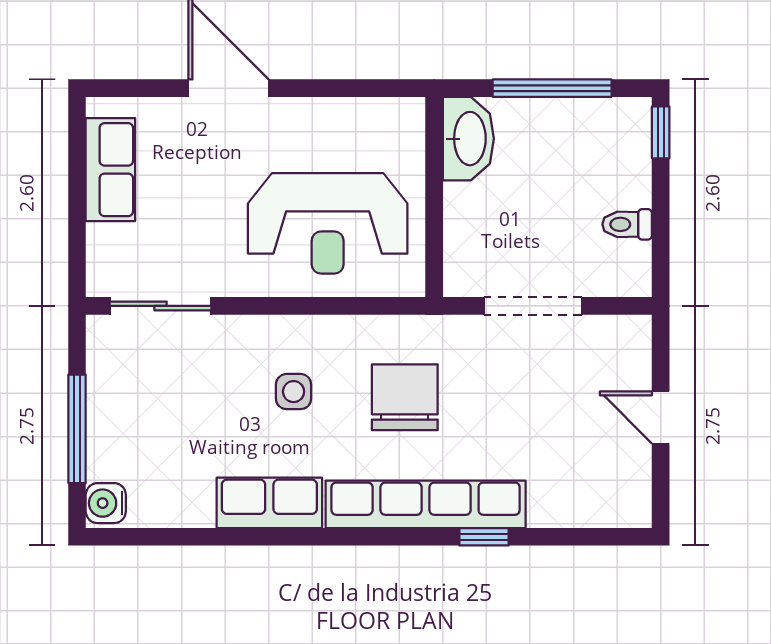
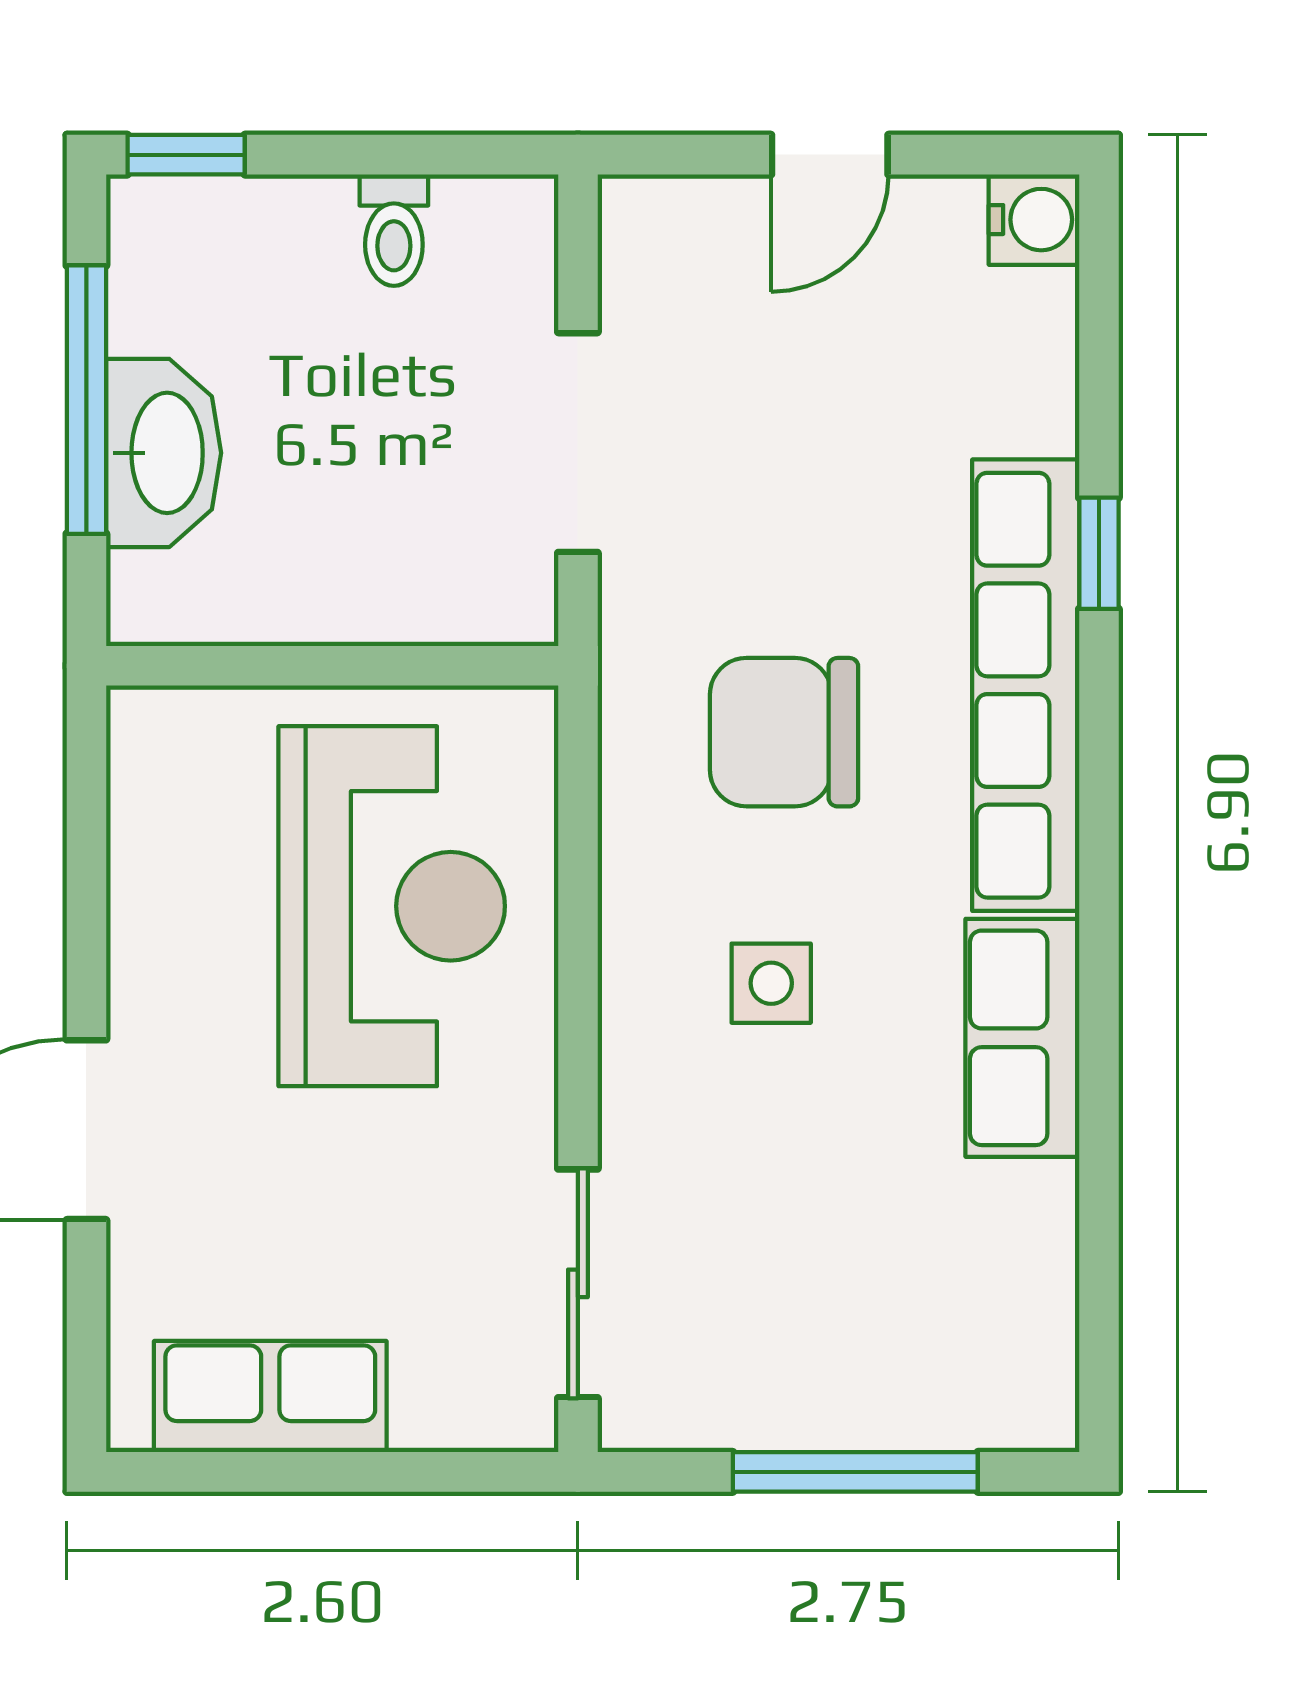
washbasin: (468, 139) -> (164, 453), moved, turned 90
water cooler: (106, 503) -> (1034, 220), moved, turned -90

